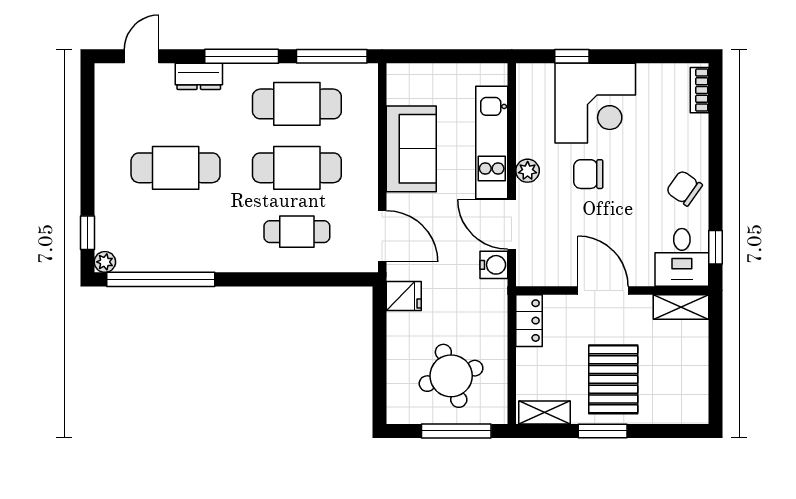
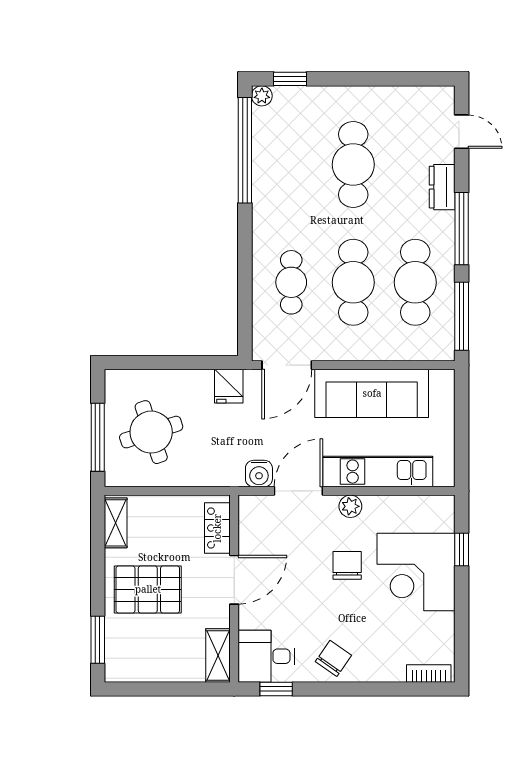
sofa: (411, 149) -> (372, 393), width x1.36
locker: (529, 321) -> (217, 528), moved, turned 90
window: (603, 431) -> (98, 640), moved

